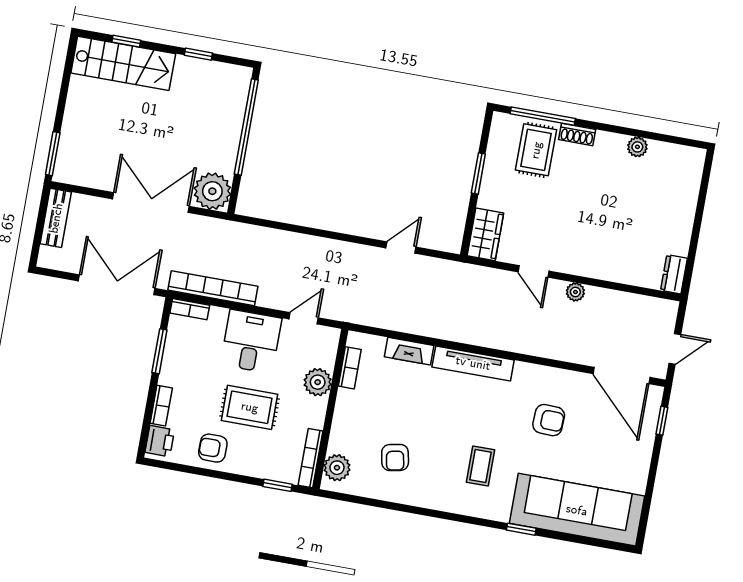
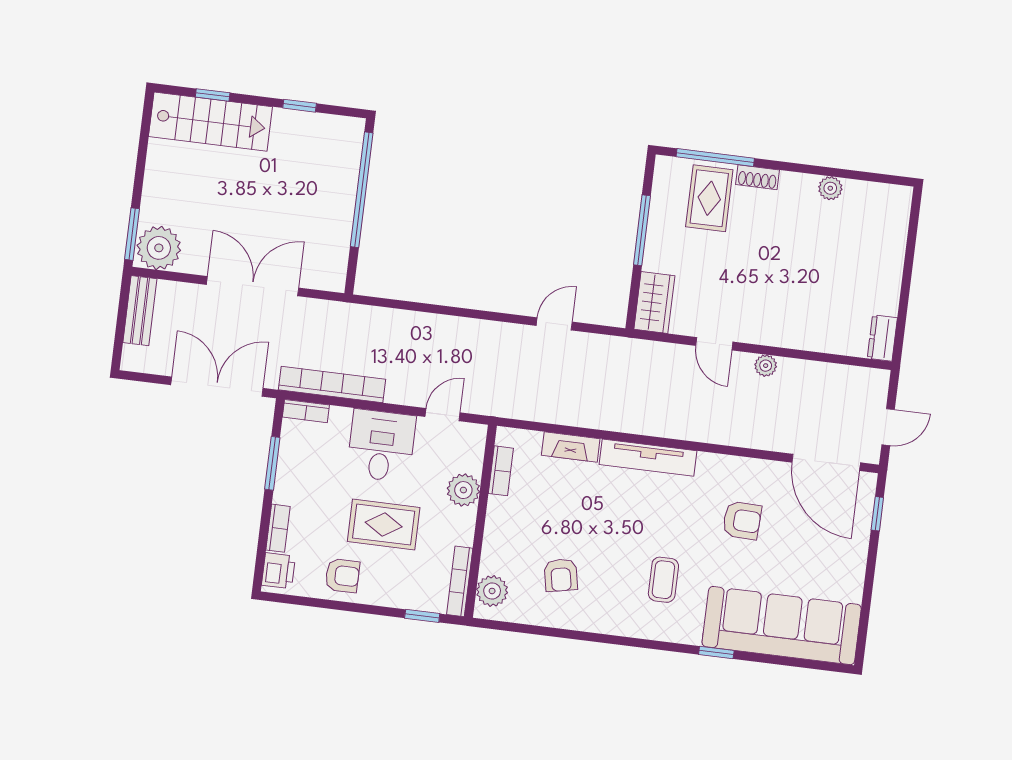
window: (478, 173) -> (642, 230), width x1.44
plant: (212, 191) -> (159, 248), moved
armchair: (213, 448) -> (342, 576), turned 180

